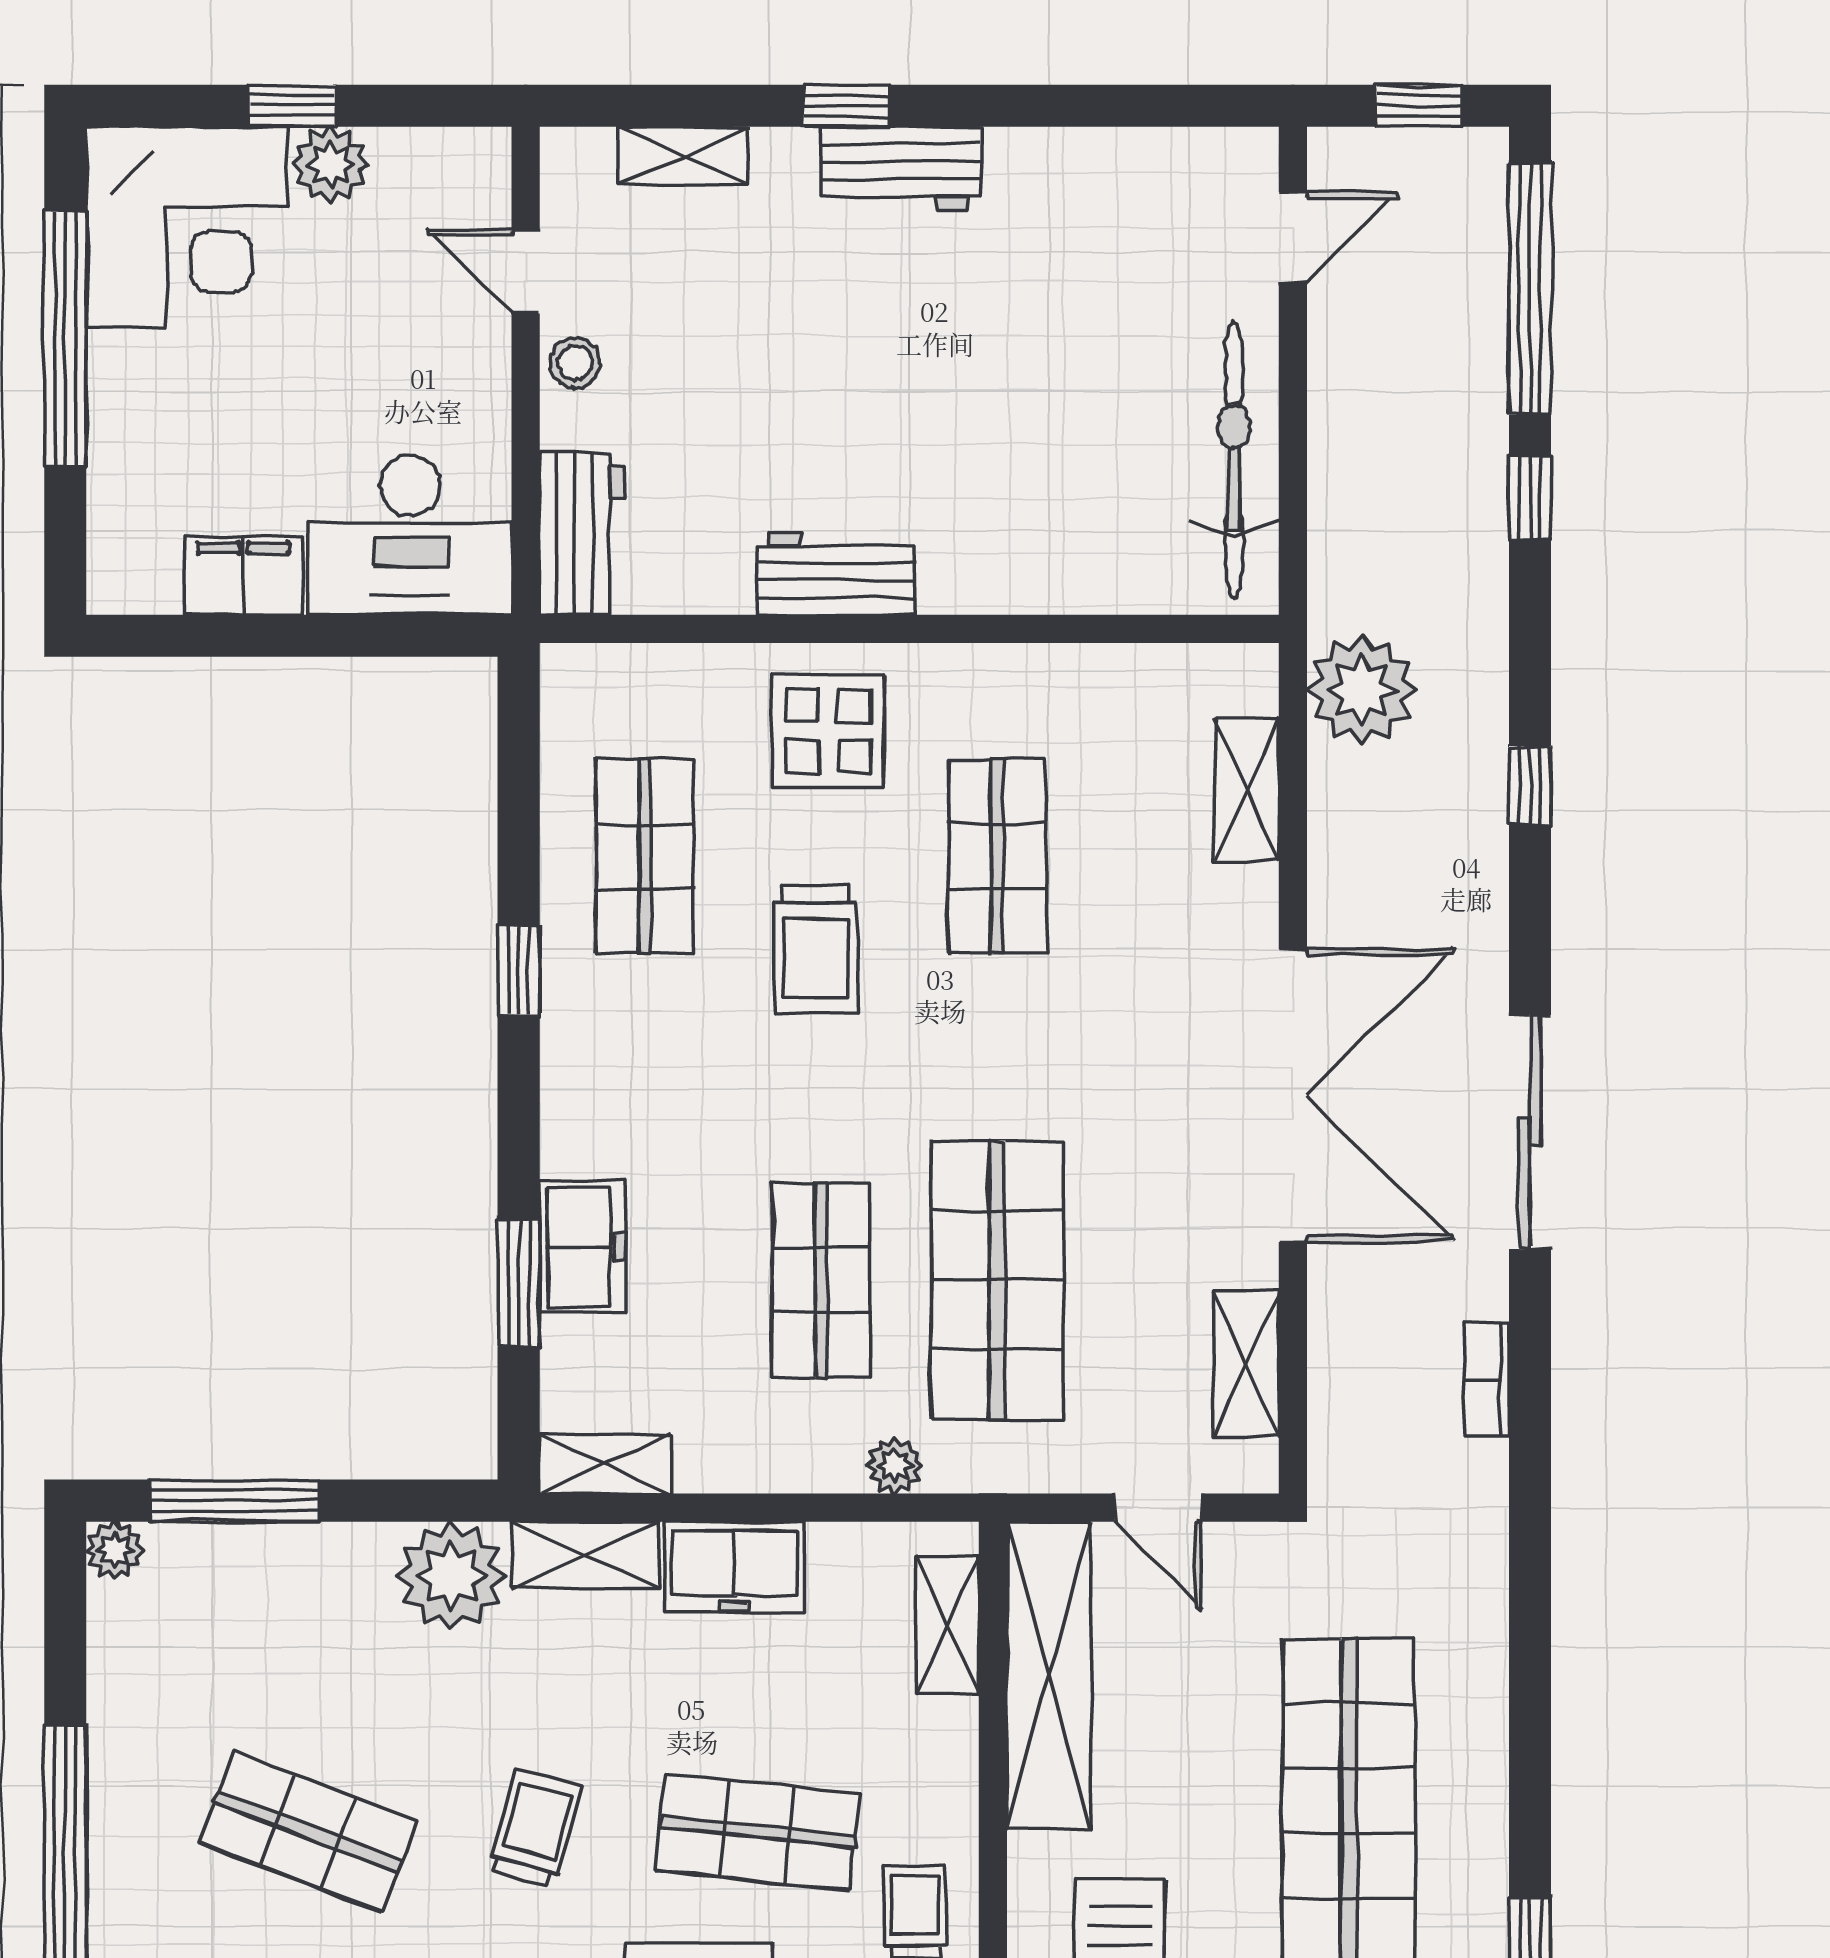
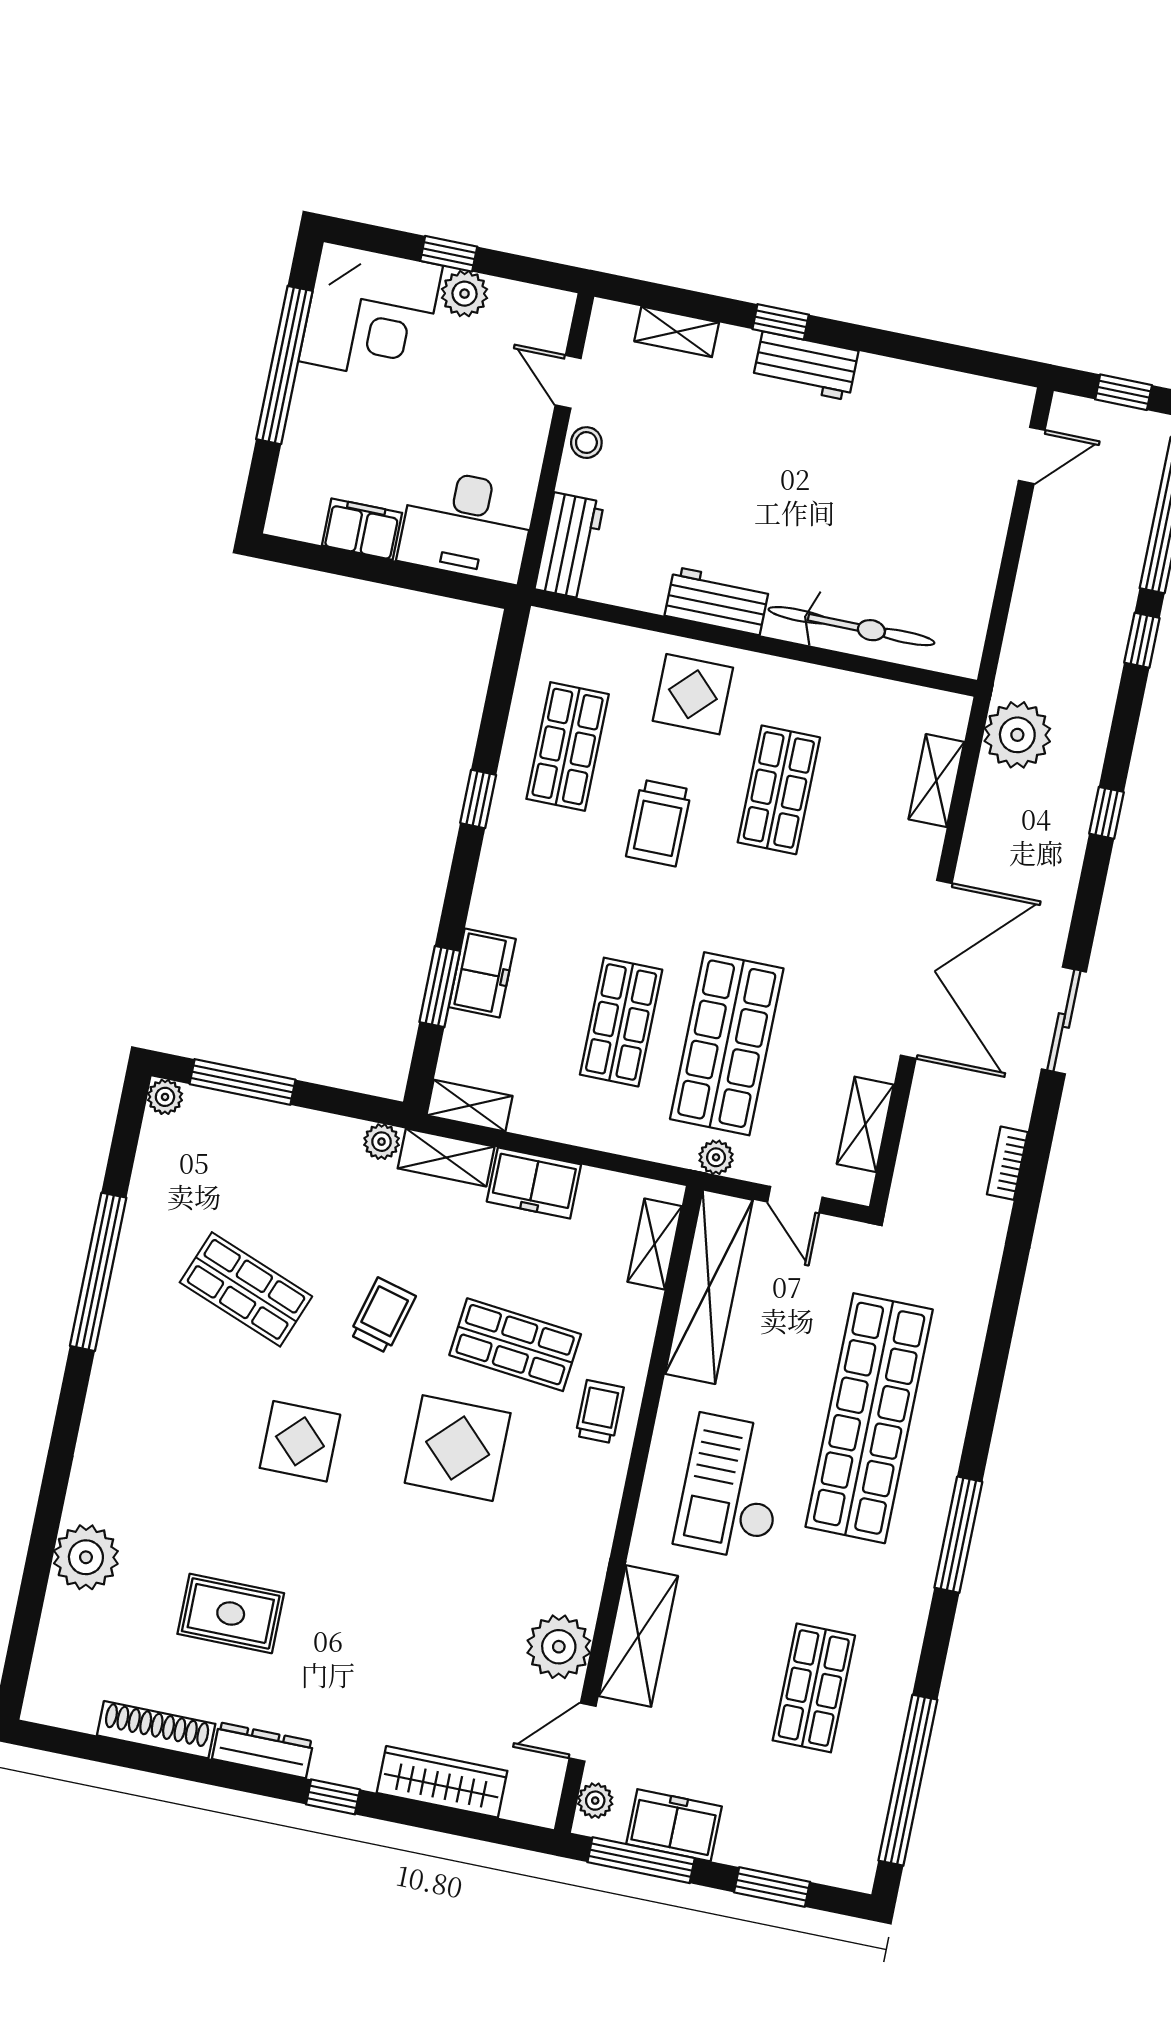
bicycle: (1234, 460) -> (851, 626), moved, turned 90
sliding door: (1530, 1132) -> (1064, 1020), width x0.73
plant: (895, 1466) -> (716, 1157), moved
plant: (451, 1576) -> (382, 1142), width x0.53, depth x0.53

